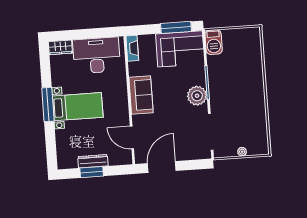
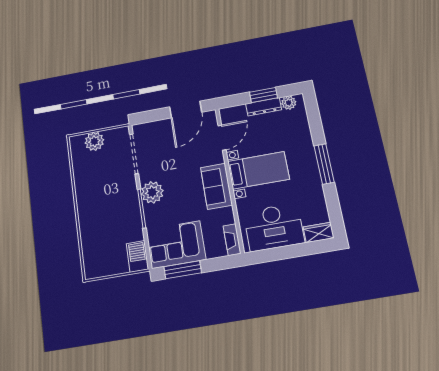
bed with nightstands: (78, 107) -> (258, 170), moved, turned 180
door: (132, 137) -> (222, 138), hinge flipped
plant: (242, 152) -> (94, 141), width x1.88, depth x1.88
plant: (71, 162) -> (289, 103), added

